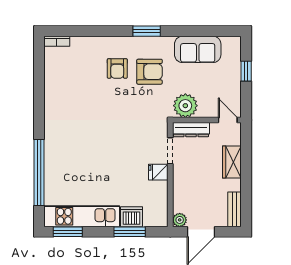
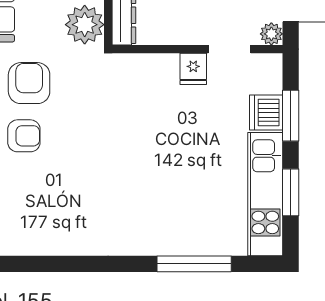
doorway: (170, 151) -> (230, 49), moved
window: (39, 173) -> (194, 264), width x0.68
window: (68, 232) -> (291, 192), moved

